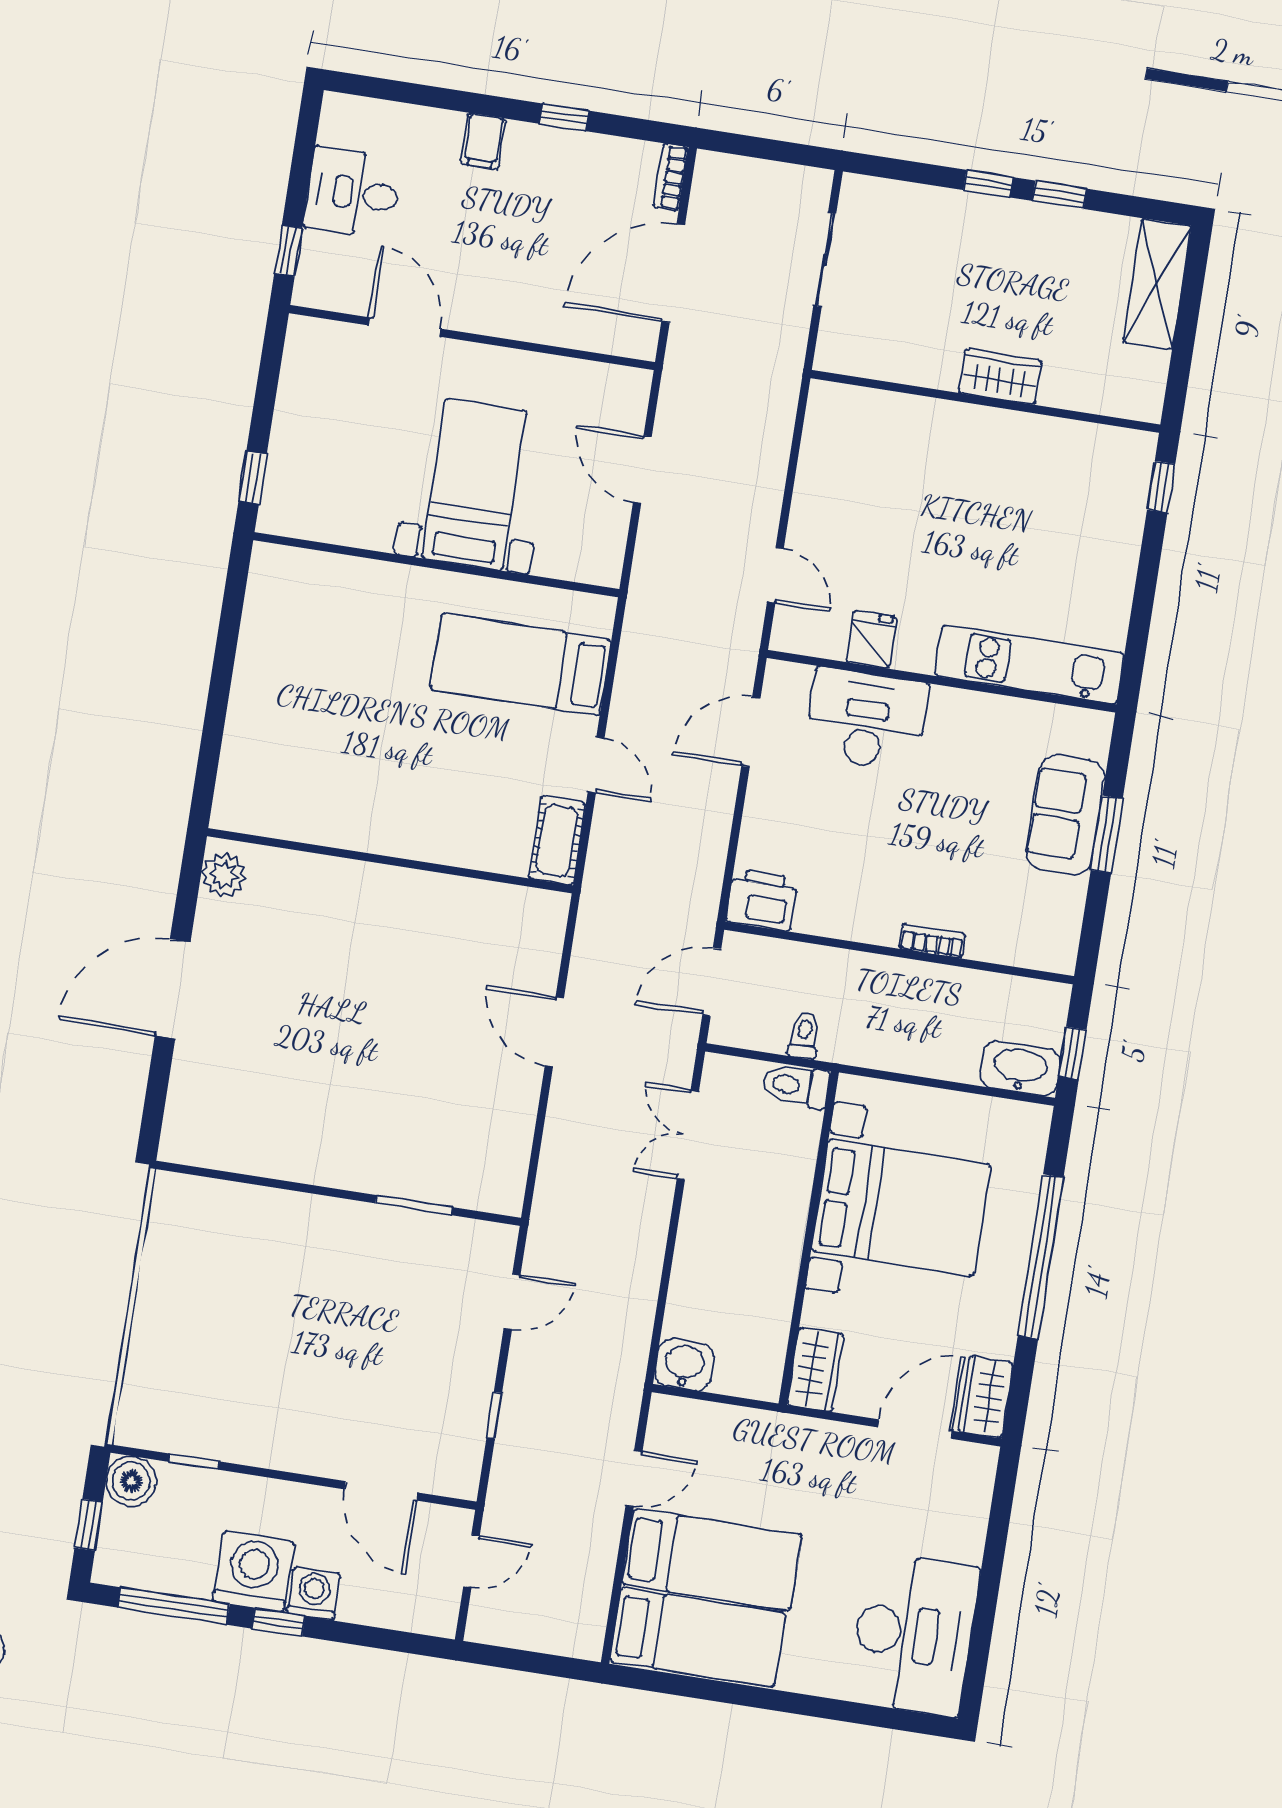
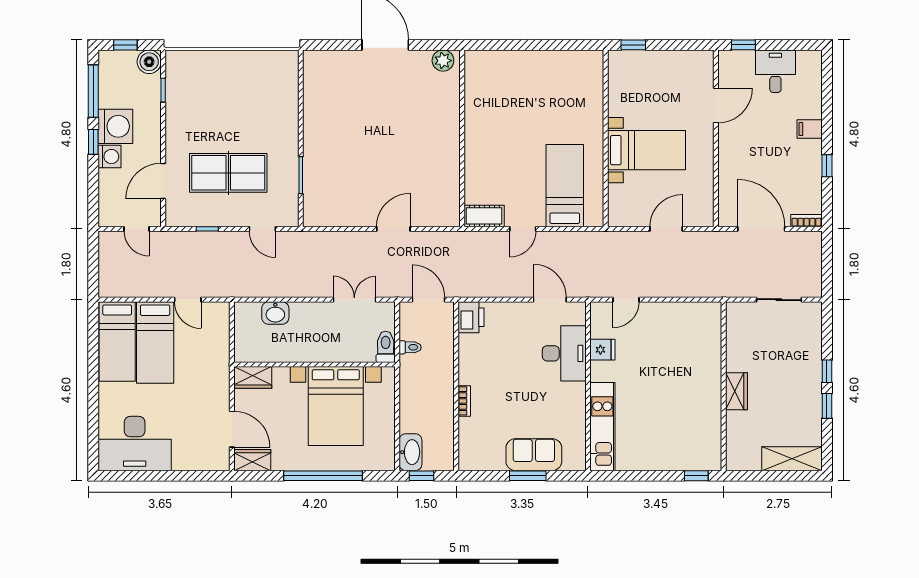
table tennis table: (386, 1354) -> (228, 173), added
washbasin: (684, 1365) -> (275, 313), moved, turned 90

